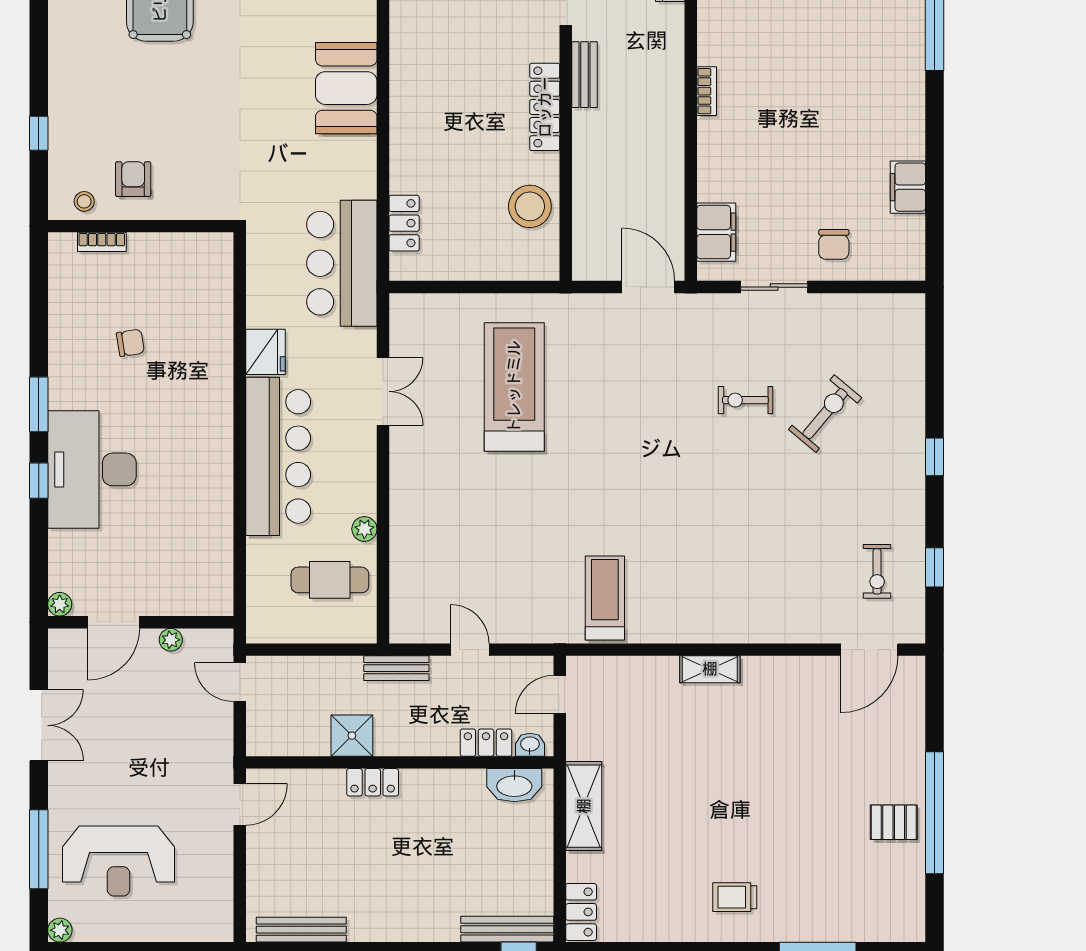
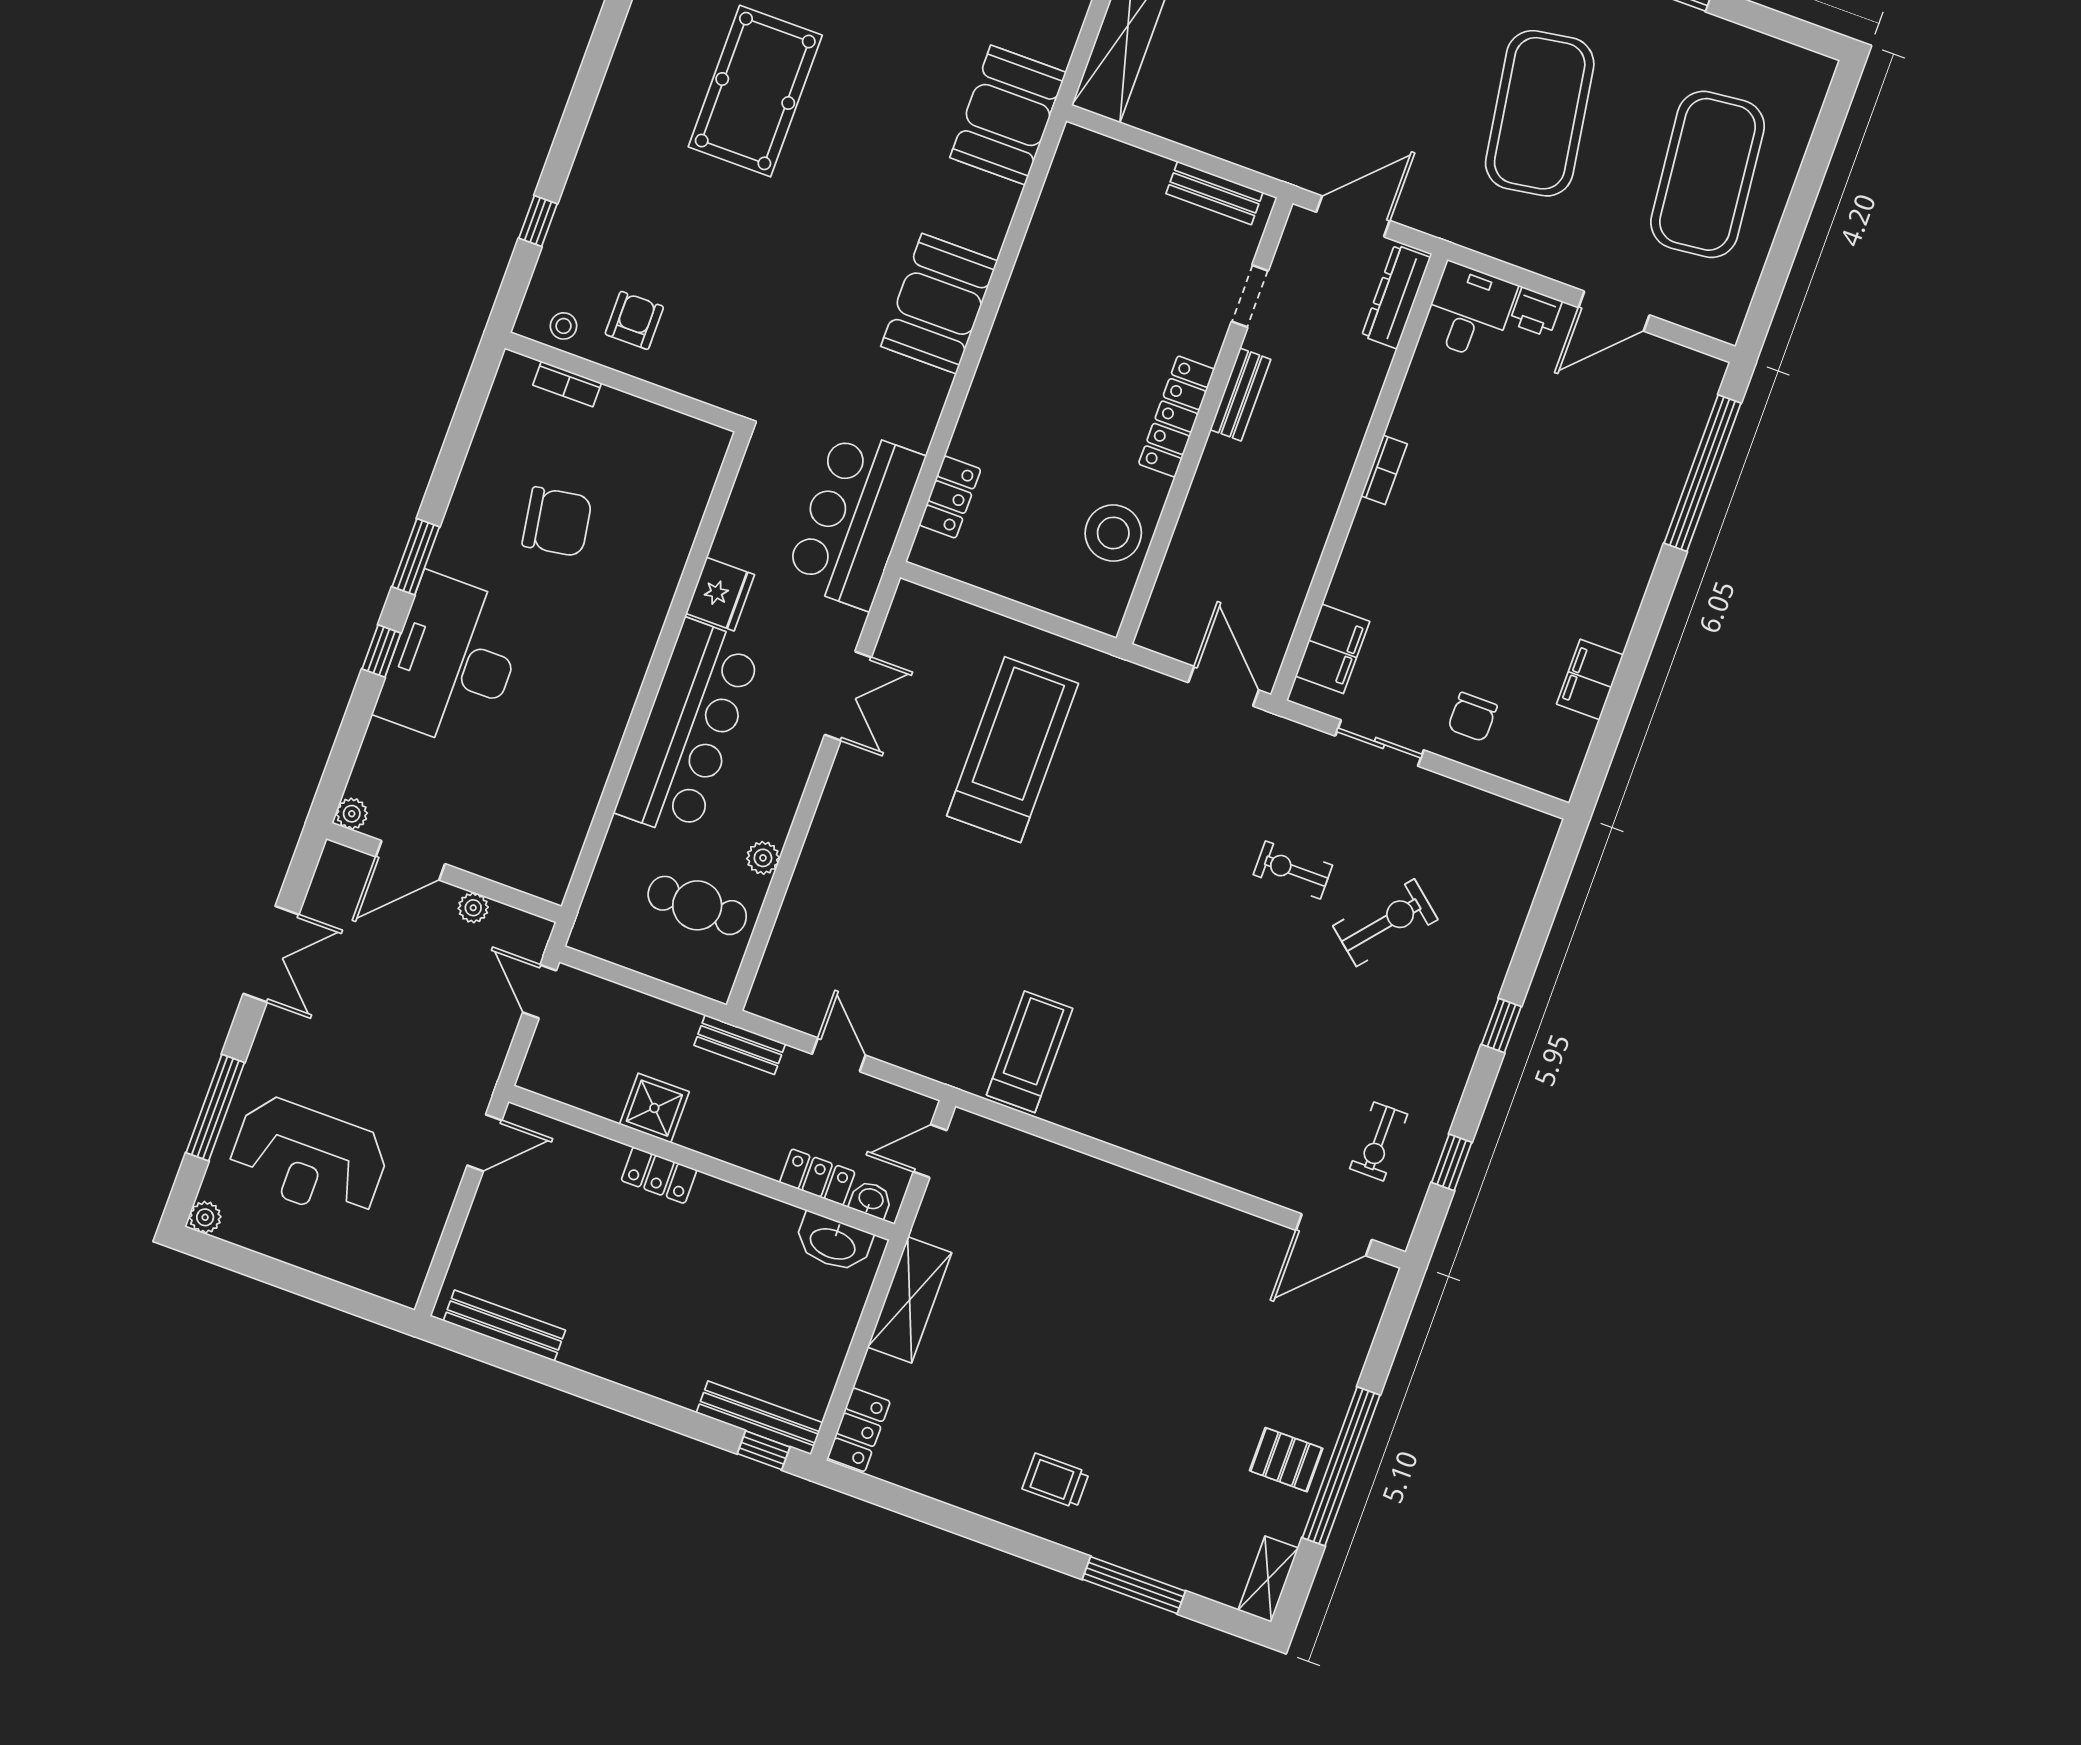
chair: (130, 343) -> (557, 522), width x1.87, depth x1.87
shelving: (710, 669) -> (1268, 1579), moved, turned 90

